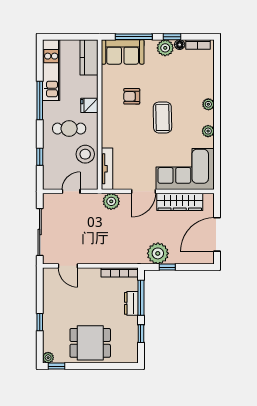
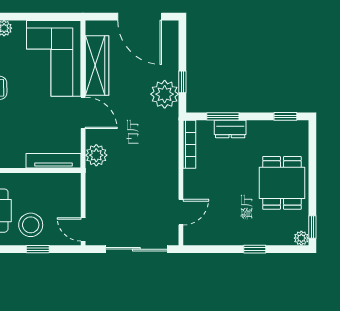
stool: (85, 154) -> (31, 225), moved
door: (71, 191) -> (83, 229), moved
window: (141, 298) -> (223, 116), width x0.69
window: (141, 334) -> (285, 116), moved

